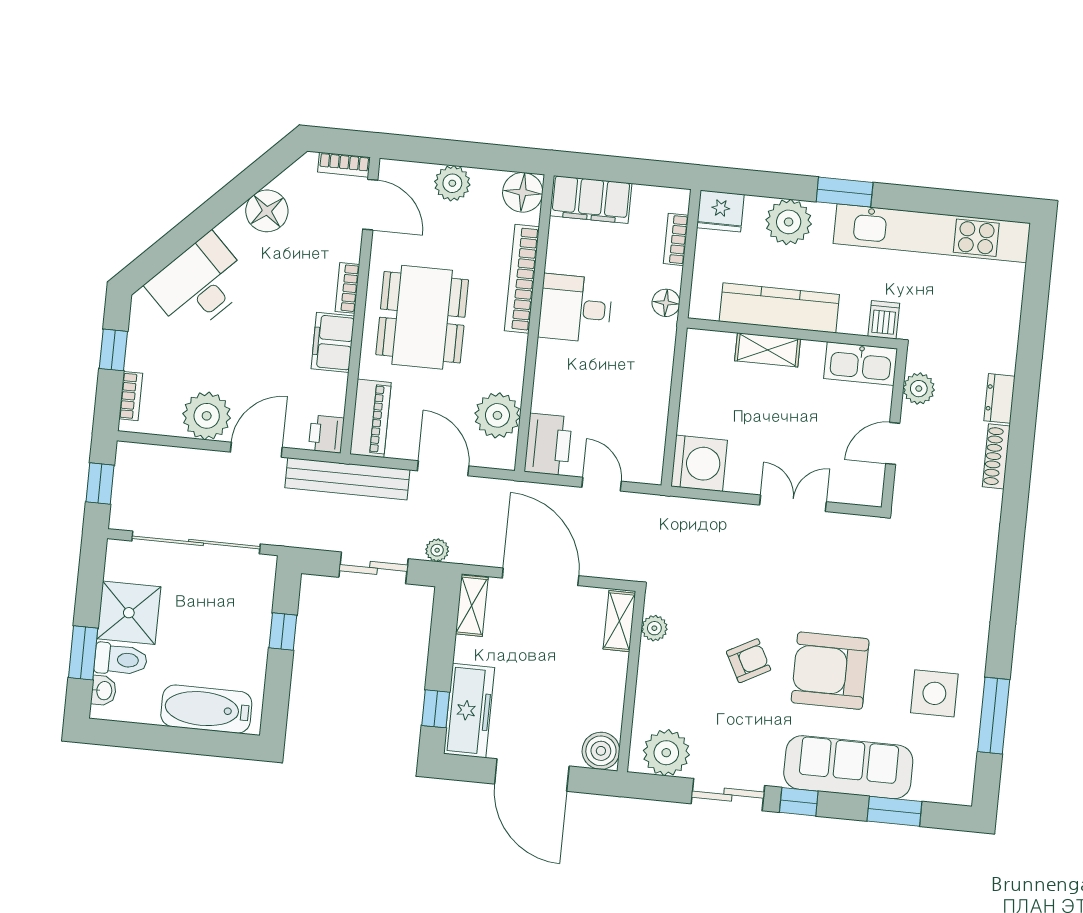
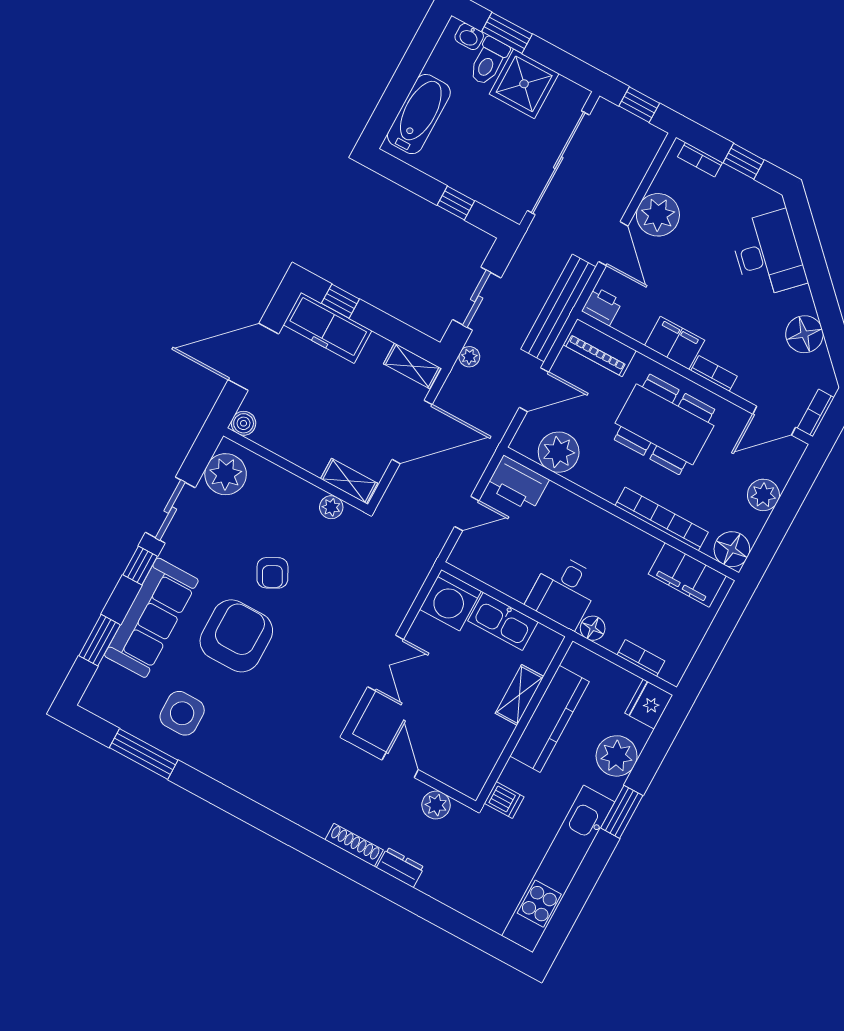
filing cabinet: (591, 200) -> (687, 575), moved, turned -90
desk: (575, 308) -> (564, 591), moved, turned 180
kitchen sink: (861, 364) -> (503, 621), moved, turned -90
boiler: (601, 751) -> (244, 423), width x0.73, depth x0.73

